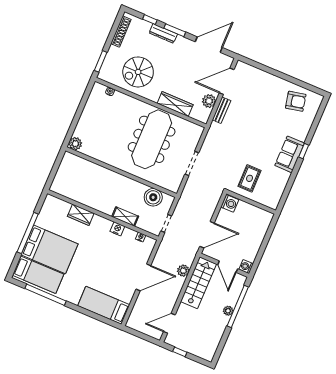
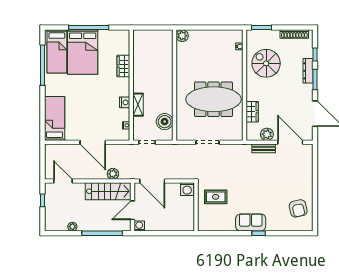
wardrobe: (175, 104) -> (252, 112), width x0.67
plant: (228, 311) -> (72, 227), moved

